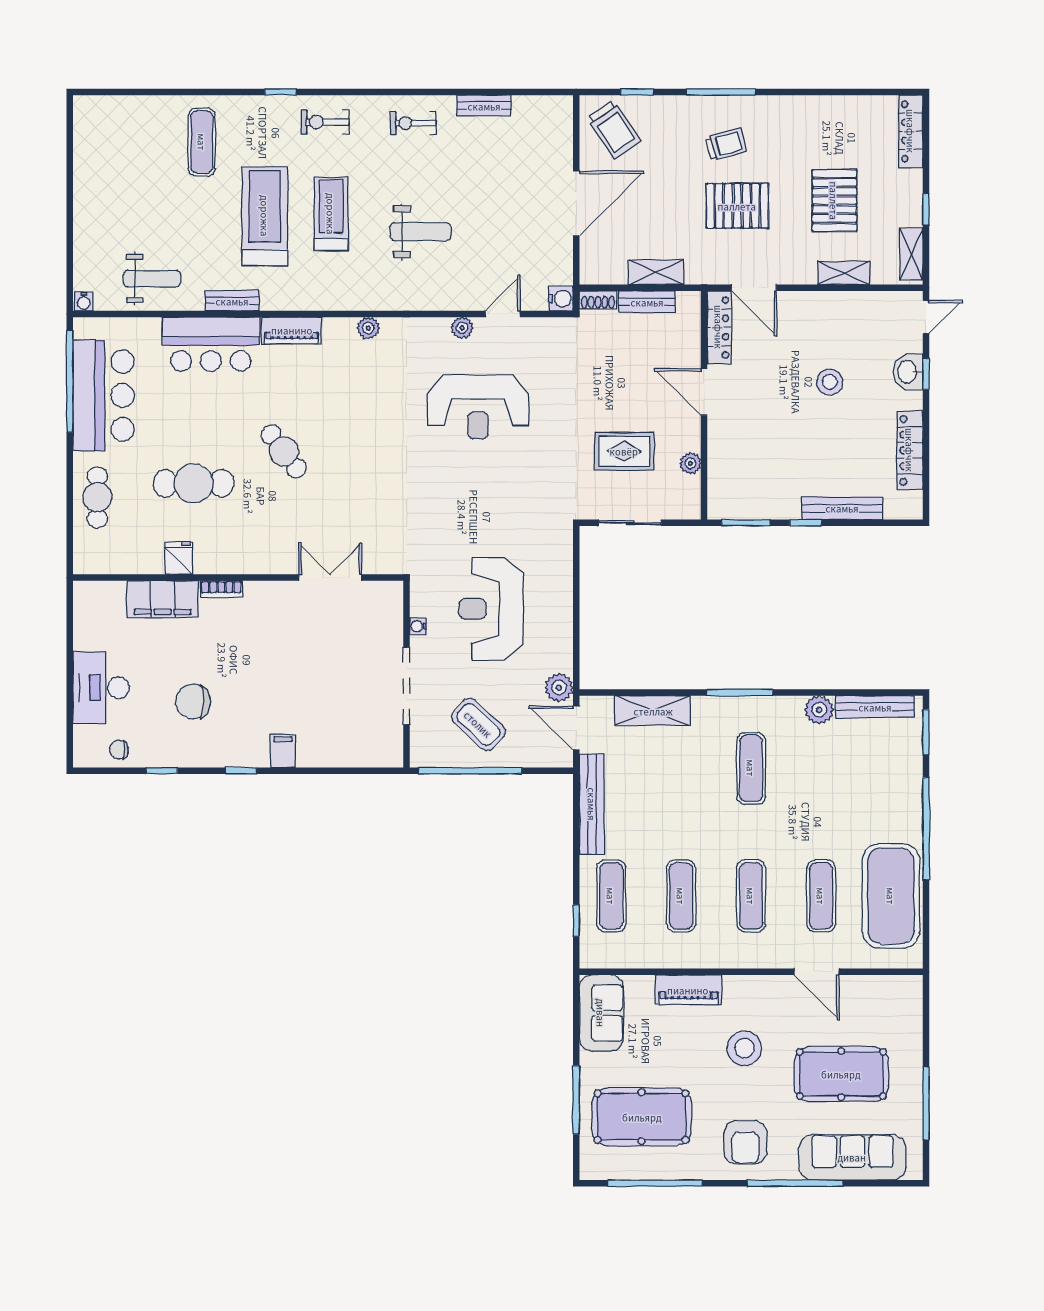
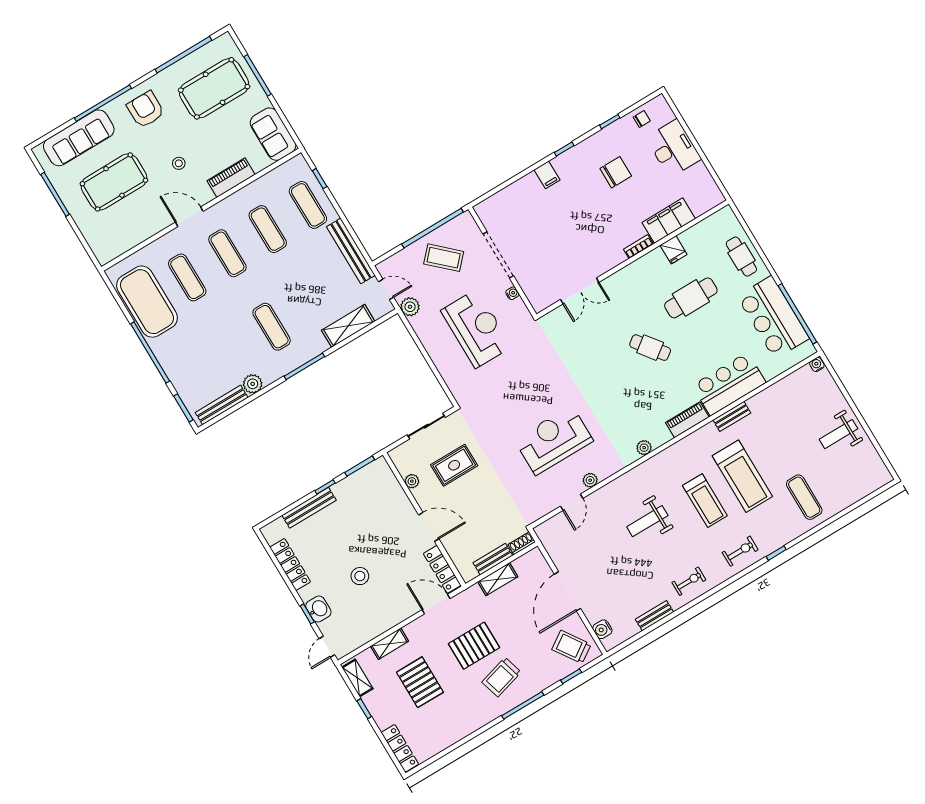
trolley: (726, 144) -> (501, 677), width x1.36, depth x1.39
weight bench: (152, 279) -> (839, 434), moved
water cooler: (561, 299) -> (602, 629), moved
door: (576, 728) -> (386, 289), width x0.73
door: (817, 972) -> (189, 217), moved
stool: (744, 1048) -> (179, 163), width x0.53, depth x0.53

